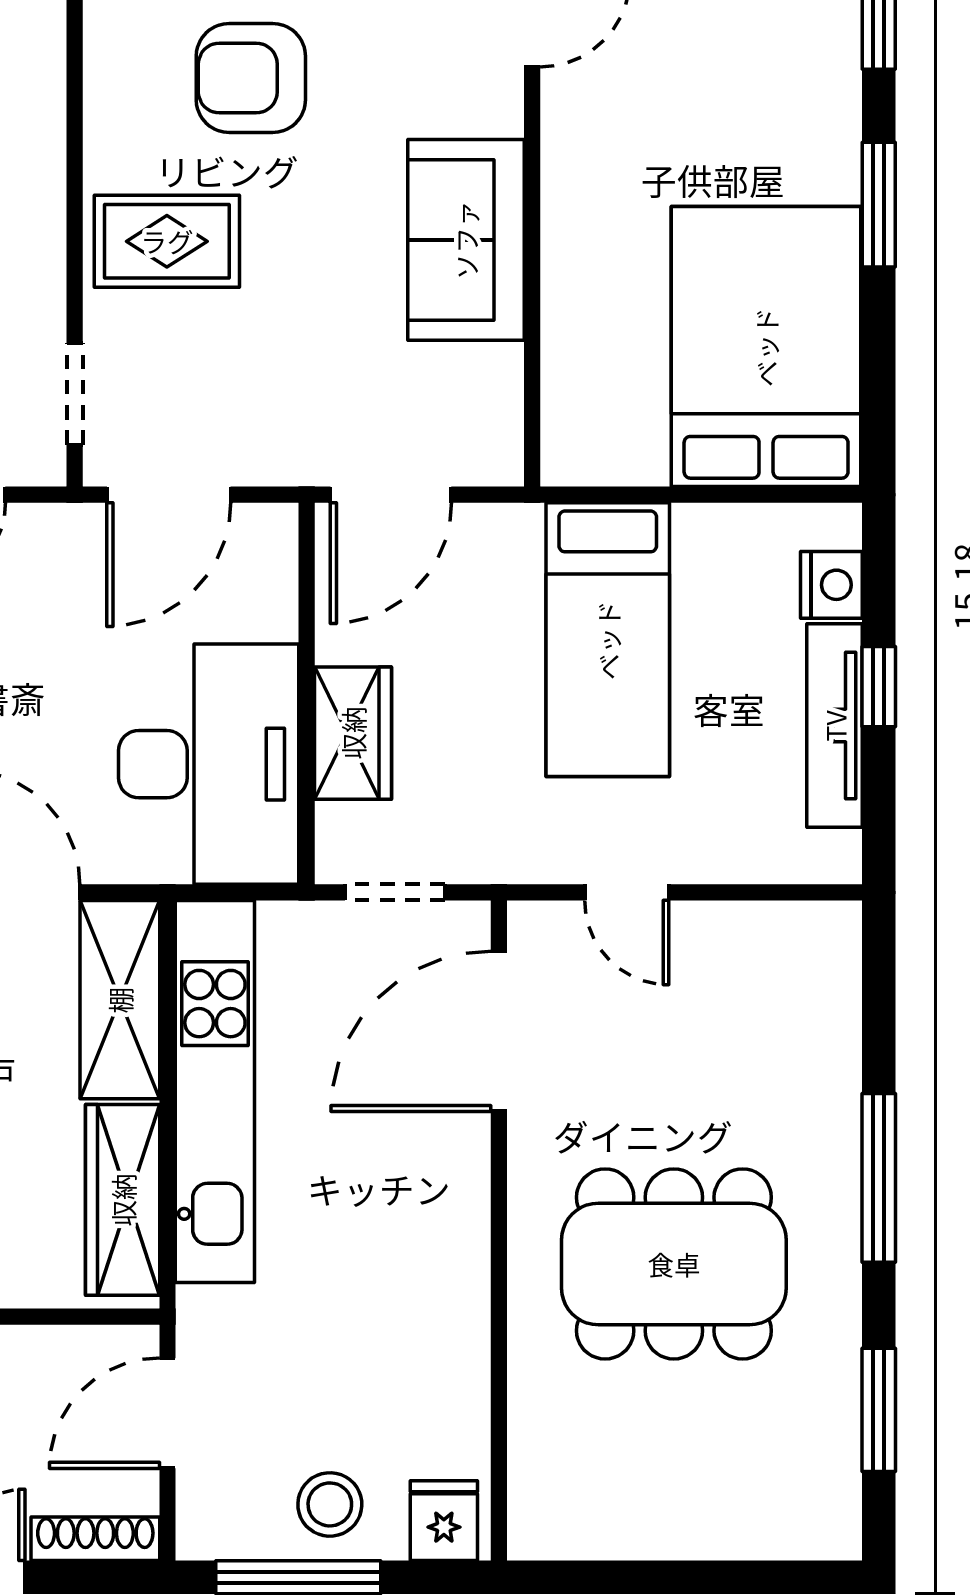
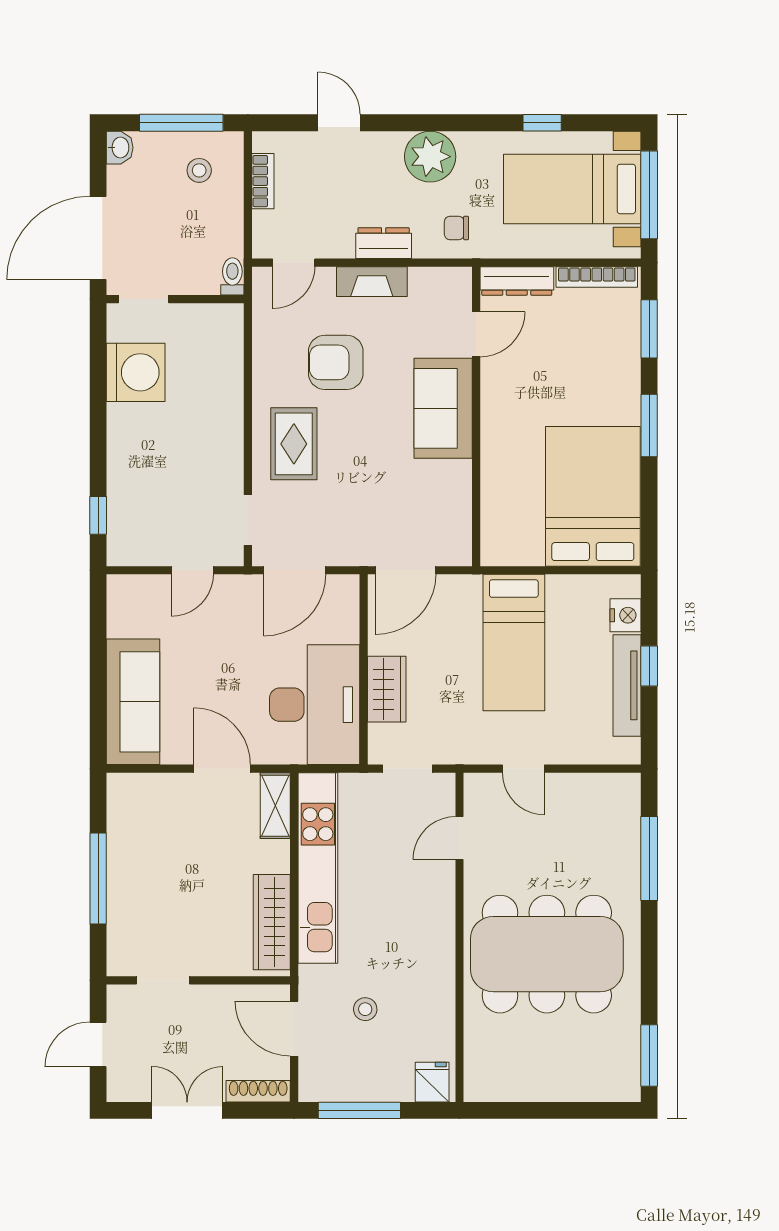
sofa: (466, 240) -> (443, 408), moved
rug: (167, 241) -> (294, 444), turned 90
shelving: (120, 1000) -> (275, 806), width x0.67, depth x0.75
door: (499, 1031) -> (460, 838), width x0.53
window: (879, 1178) -> (649, 859), moved
dining table: (674, 1264) -> (547, 954), width x1.36, depth x1.24
window: (879, 1410) -> (649, 1056), moved
door: (167, 1413) -> (294, 1029), hinge flipped
stool: (330, 1504) -> (365, 1009), moved, width x0.73, depth x0.73

